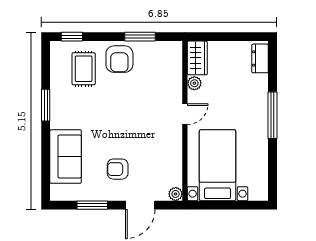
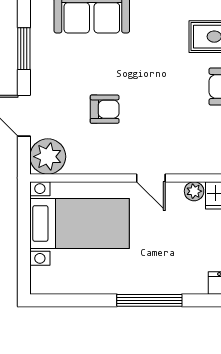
armchair: (118, 169) -> (105, 109), moved, turned 90
plant: (176, 194) -> (48, 157), width x1.87, depth x1.87

